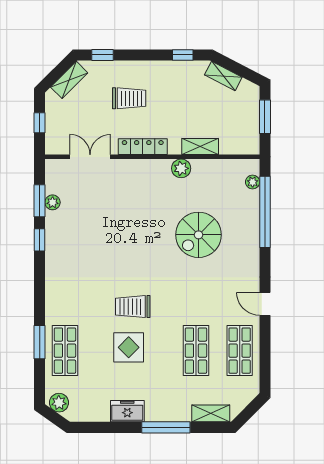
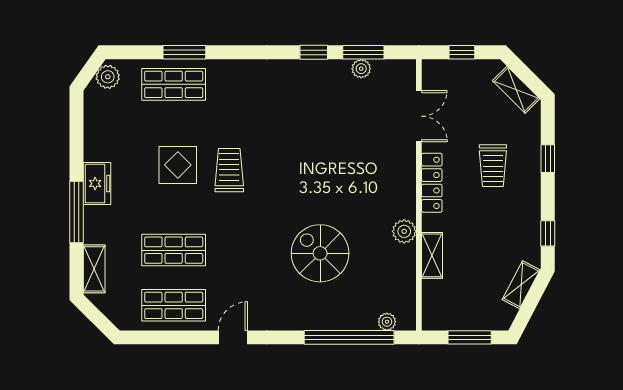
window: (102, 55) -> (548, 159), moved
freezer: (127, 411) -> (97, 184), moved

